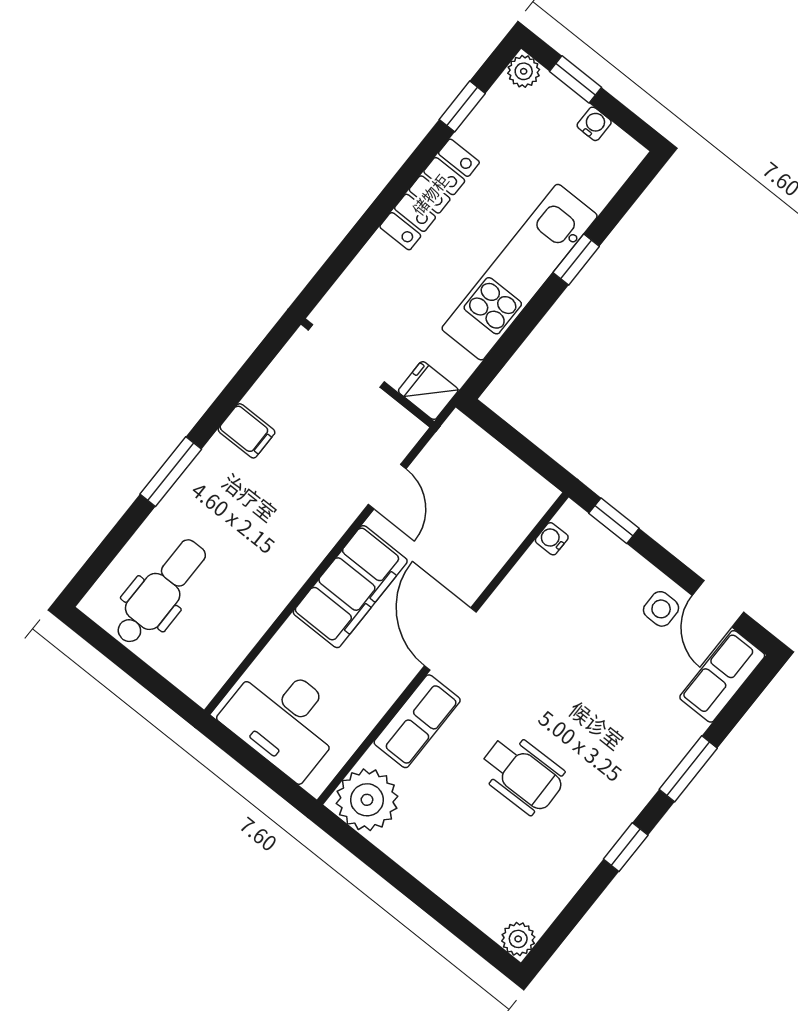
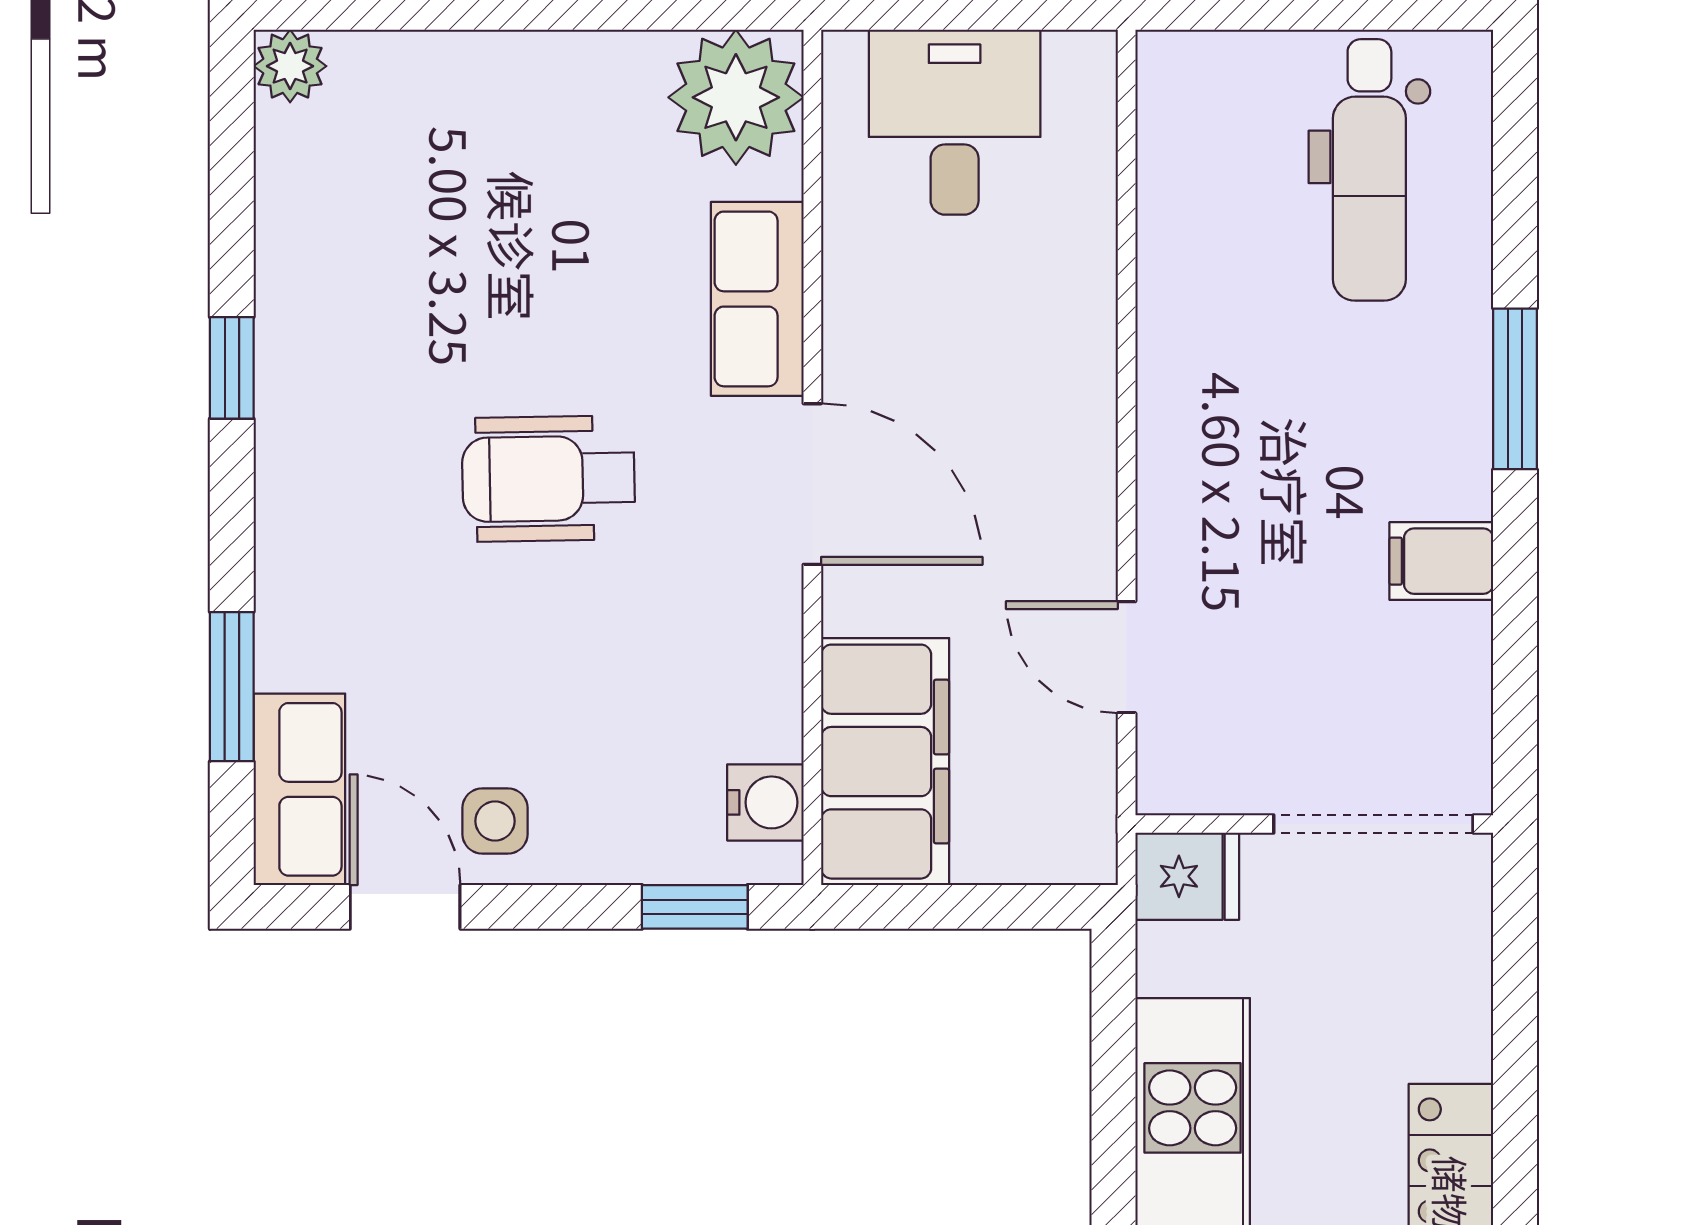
water cooler: (552, 539) -> (765, 802), width x1.38, depth x1.38
filing cabinet: (350, 587) -> (885, 762), moved, turned 180
desk: (284, 719) -> (955, 122), width x0.73
window: (688, 769) -> (232, 687), moved
wheelchair: (522, 774) -> (548, 479), moved

